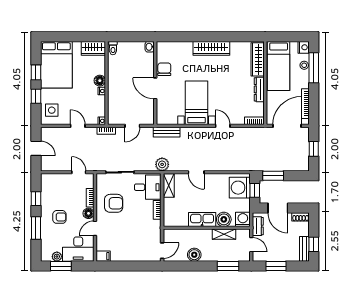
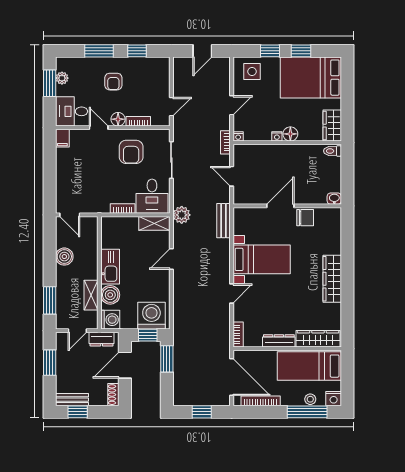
desk: (78, 249) -> (72, 111), width x0.73

